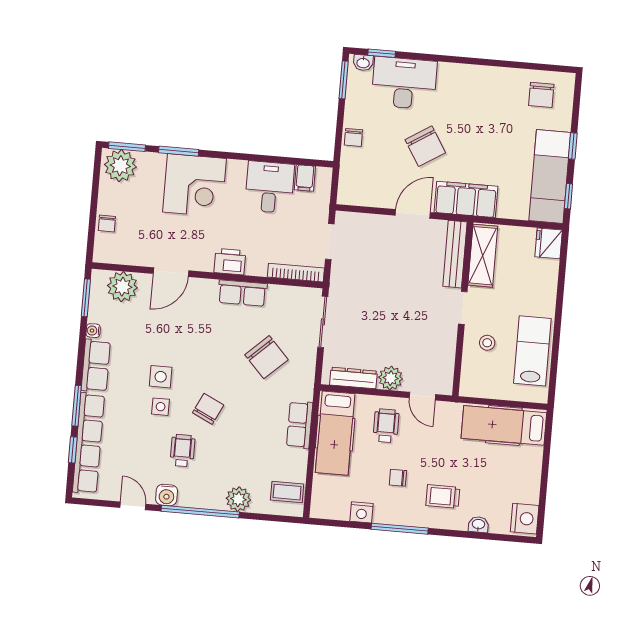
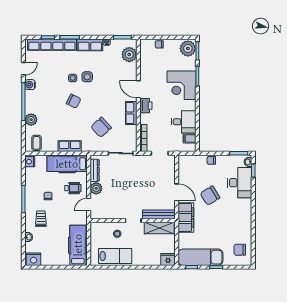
door: (171, 272) -> (138, 89), moved
wheelchair: (182, 451) -> (52, 90), removed
nightstand: (362, 512) -> (30, 162), moved

